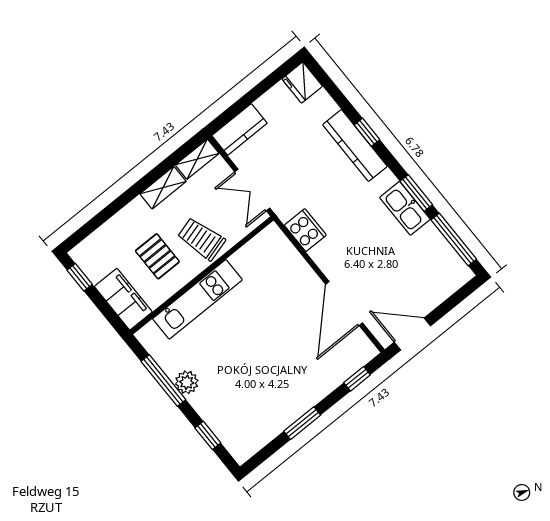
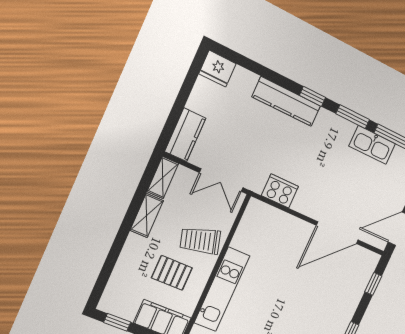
window: (367, 132) -> (313, 96), moved
kitchen sink: (405, 208) -> (372, 145), moved
door: (344, 304) -> (337, 233), hinge flipped

